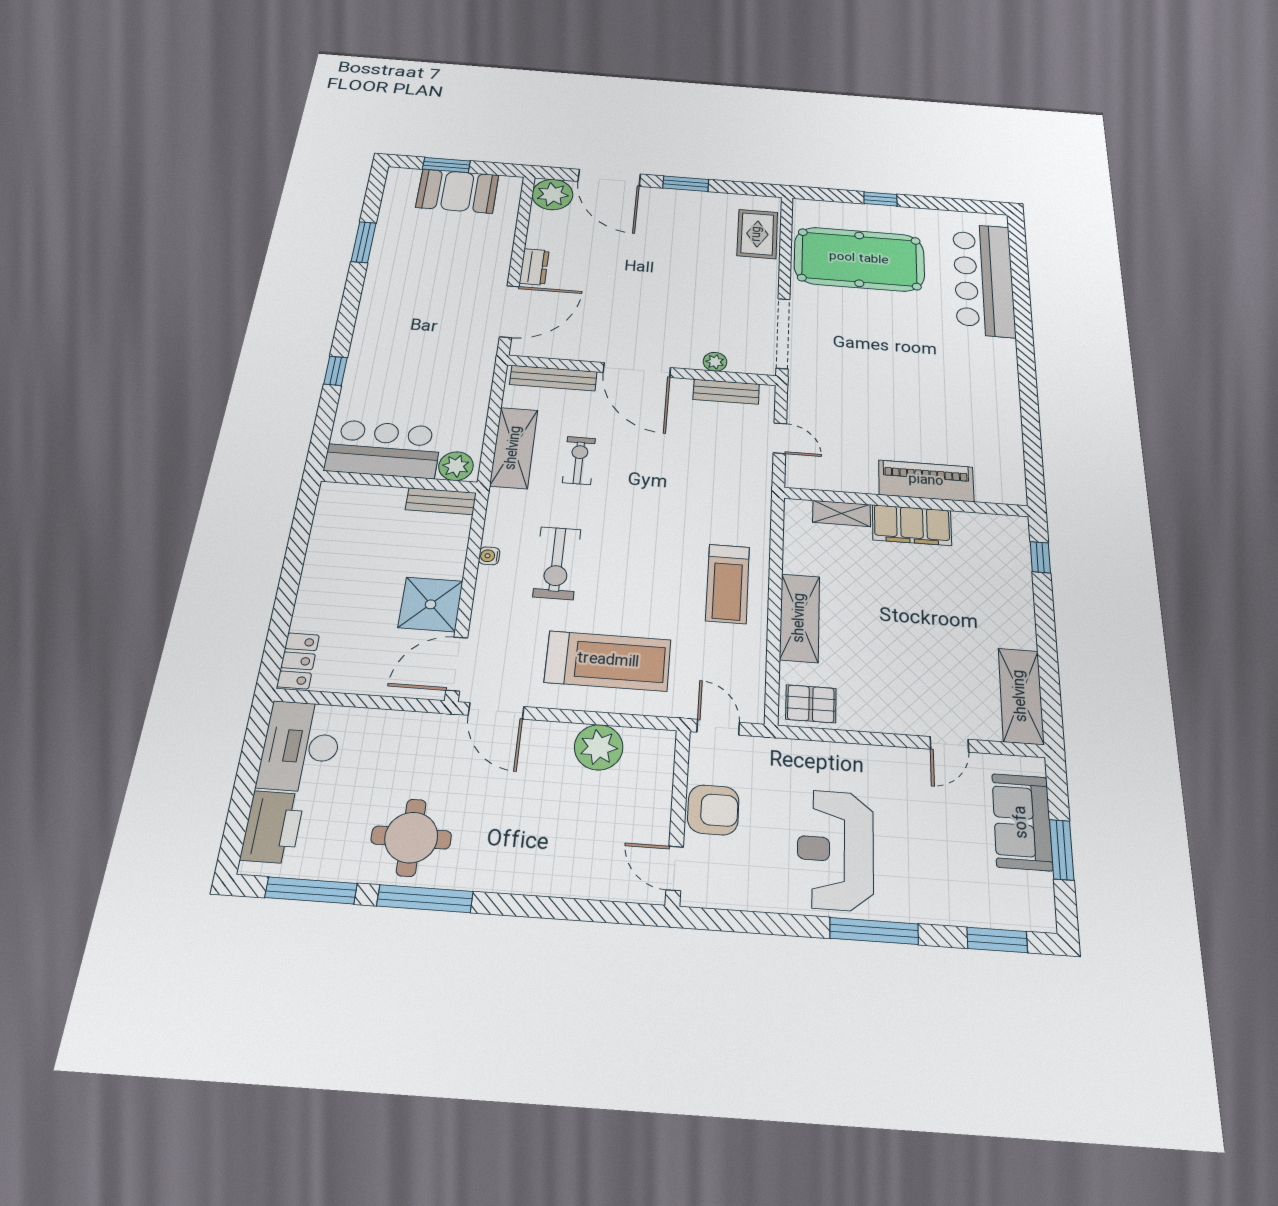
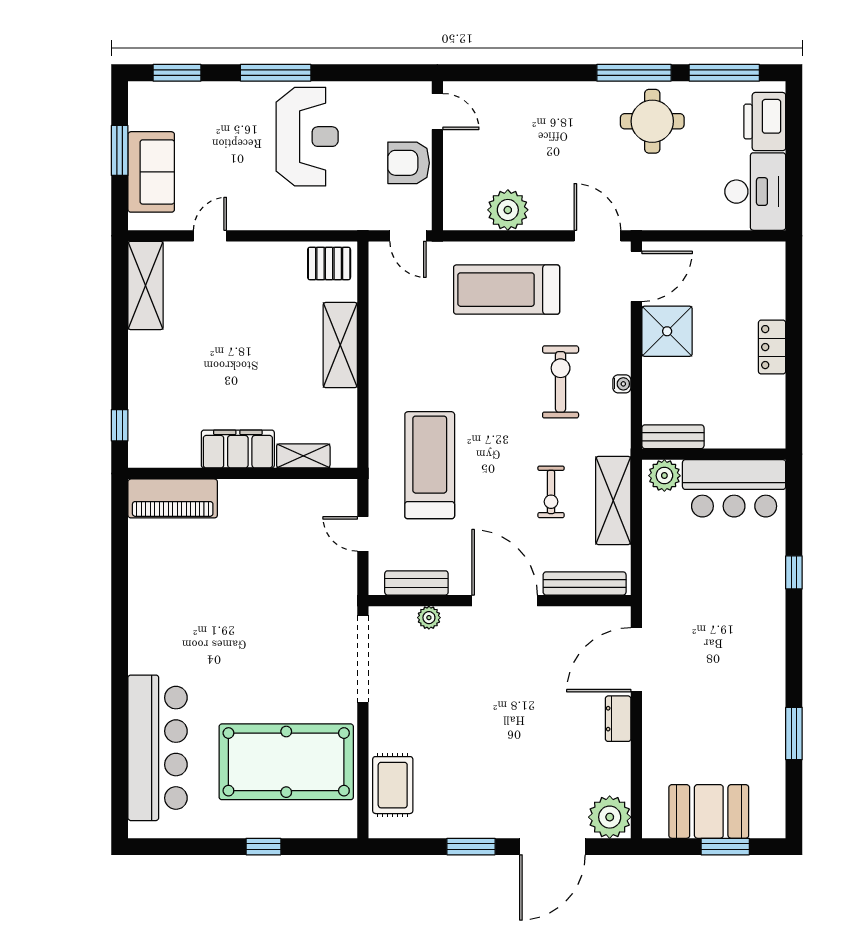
door: (609, 178) -> (552, 847), swing flipped
piano: (926, 481) -> (173, 498), moved
treadmill: (728, 584) -> (430, 465), moved, width x1.37, depth x1.38
locker: (298, 661) -> (772, 347), moved

